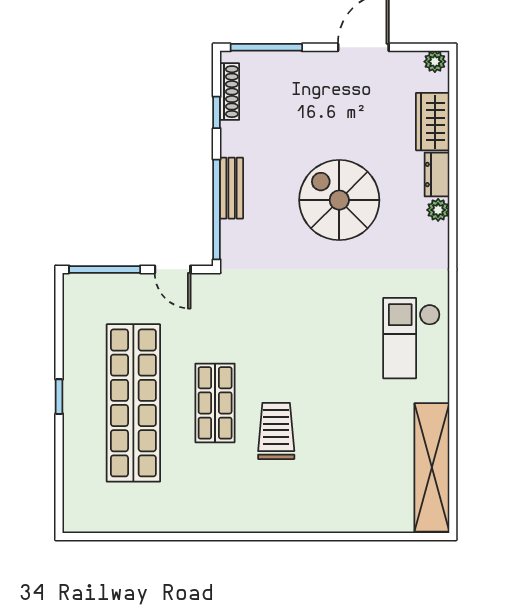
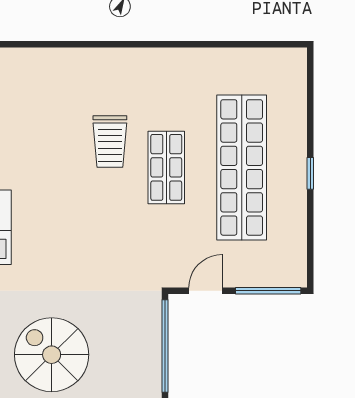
bench: (232, 188) -> (151, 366), removed
spiral stairs: (339, 200) -> (52, 355), turned 180
door: (173, 269) -> (205, 291), hinge flipped

